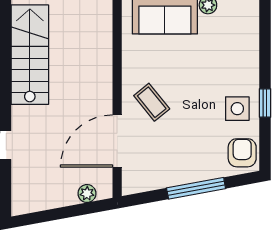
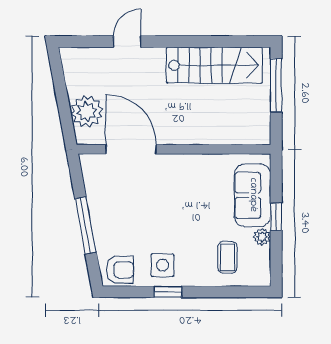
coffee table: (152, 102) -> (228, 257), moved, turned -51
plant: (87, 194) -> (87, 111), width x1.87, depth x1.87

